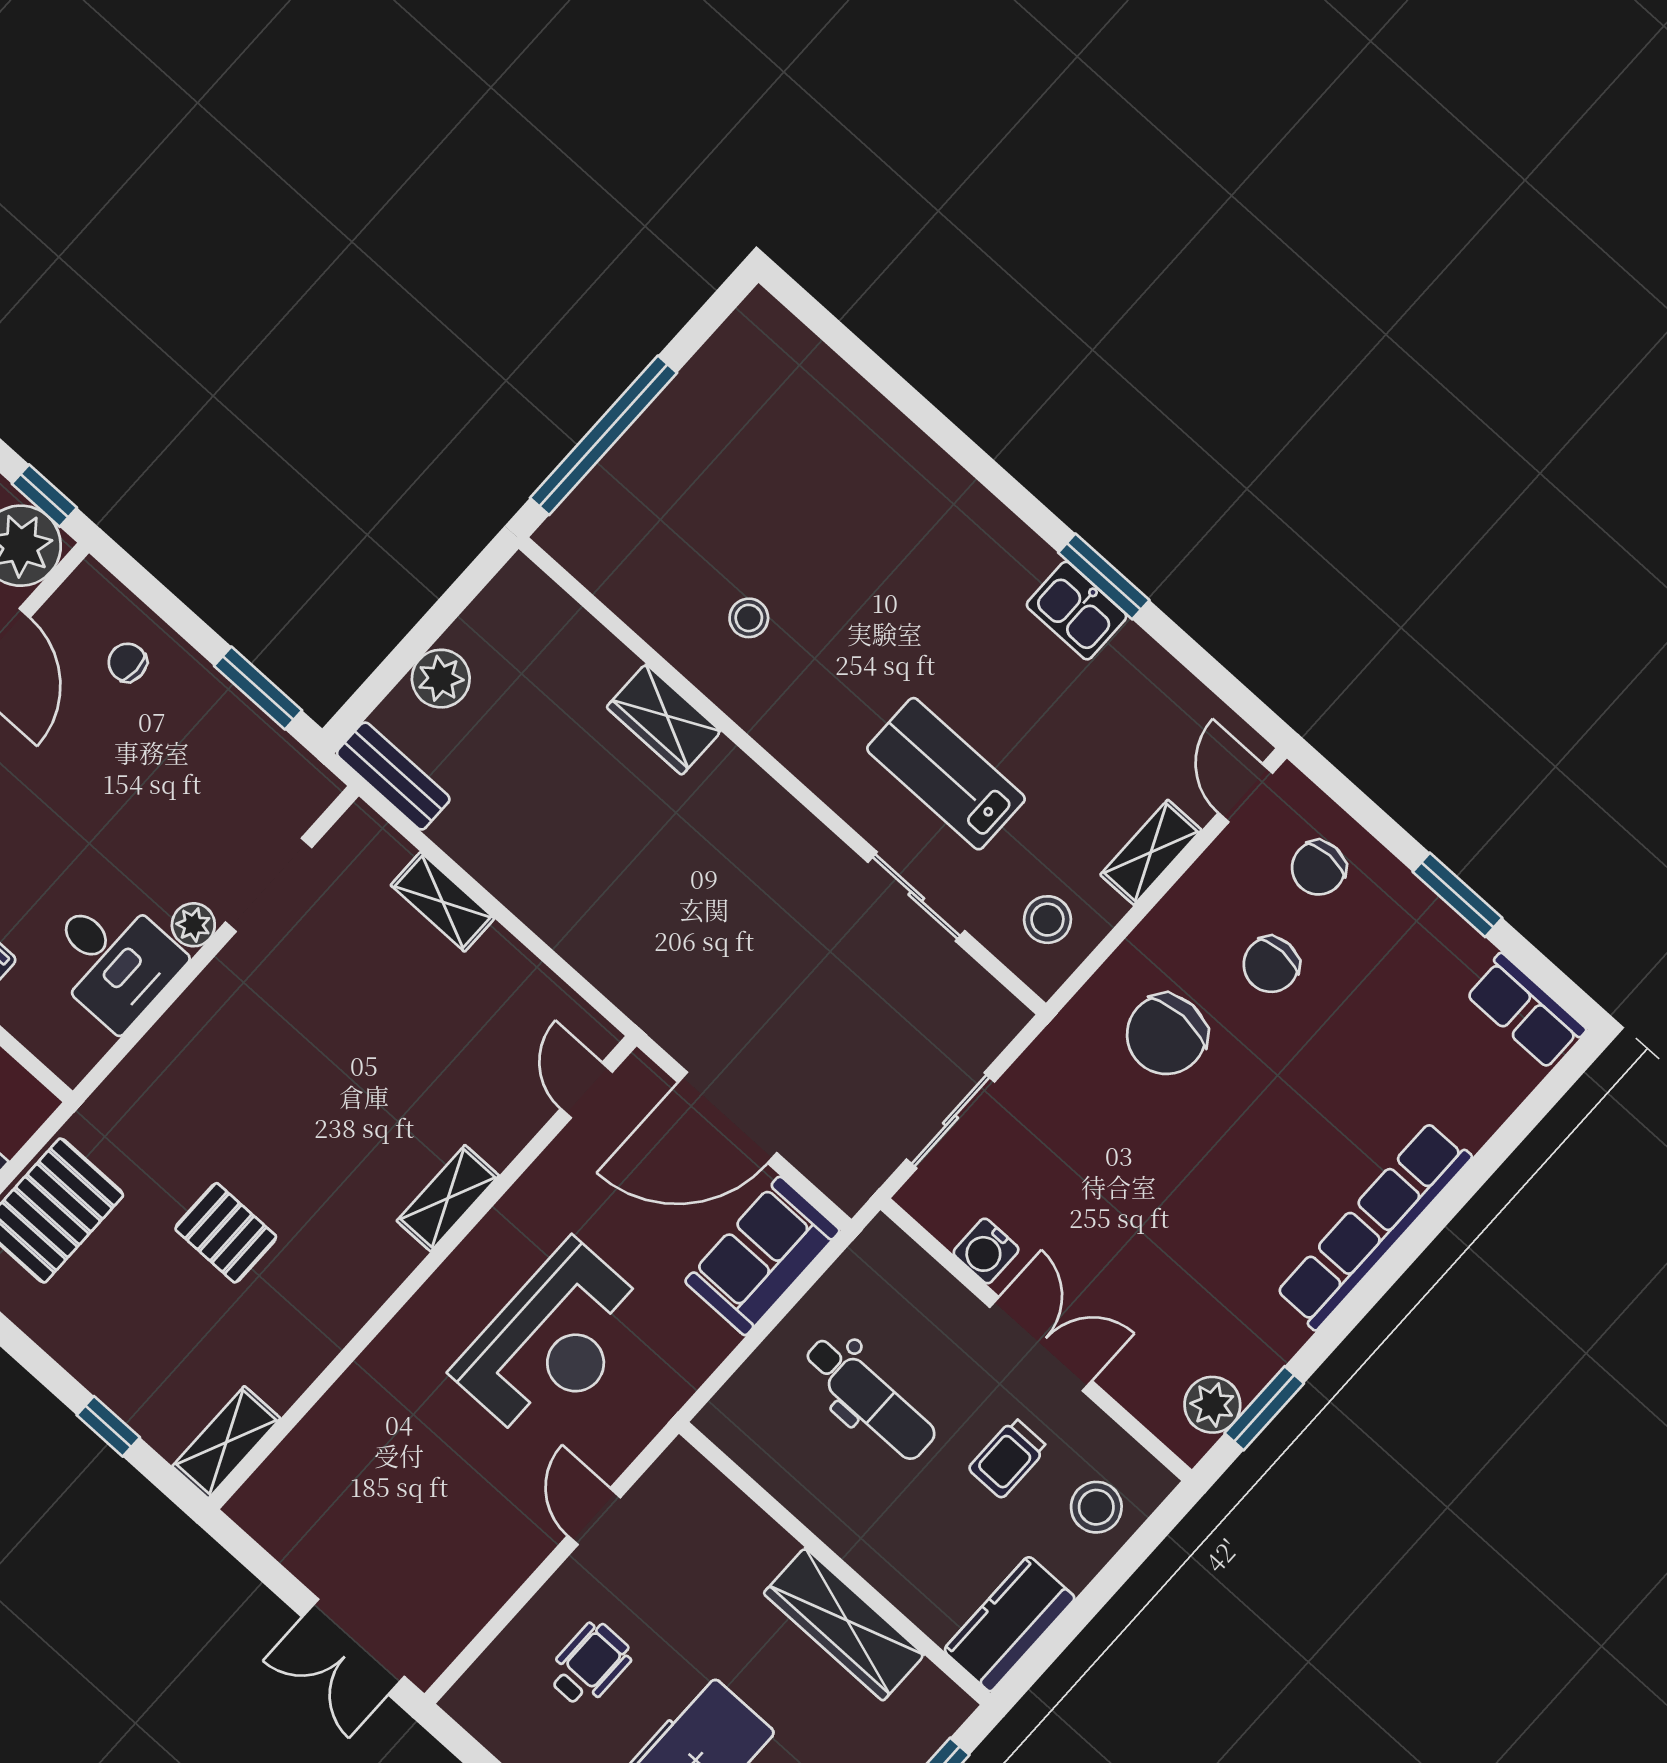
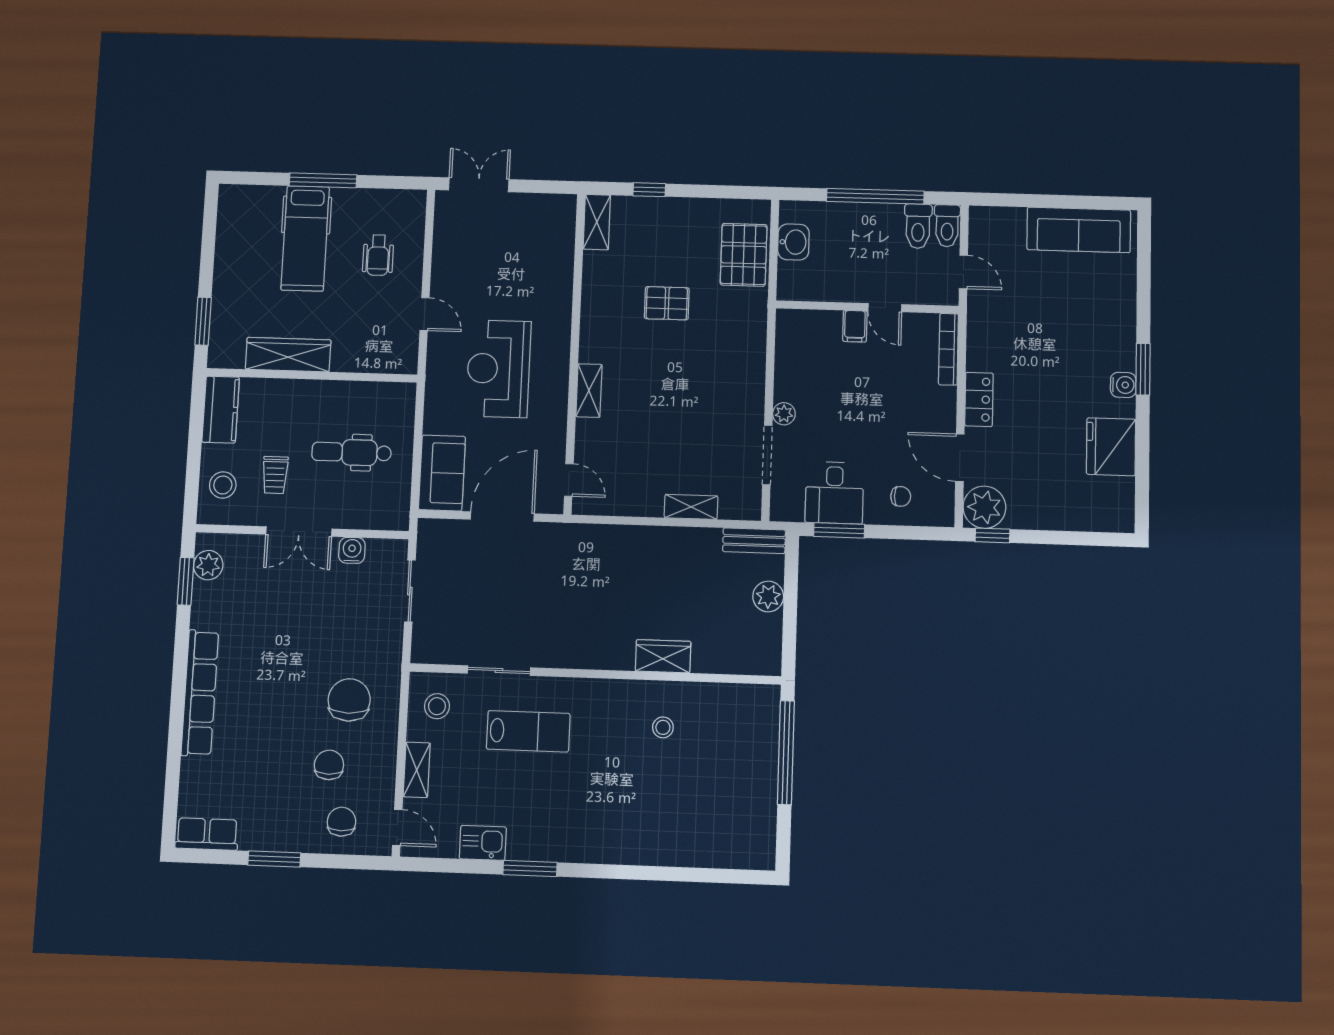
kitchen sink: (1076, 611) -> (483, 843), moved
desk: (113, 959) -> (834, 493), moved, turned -90
trolley: (1008, 1458) -> (275, 475), turned 180

